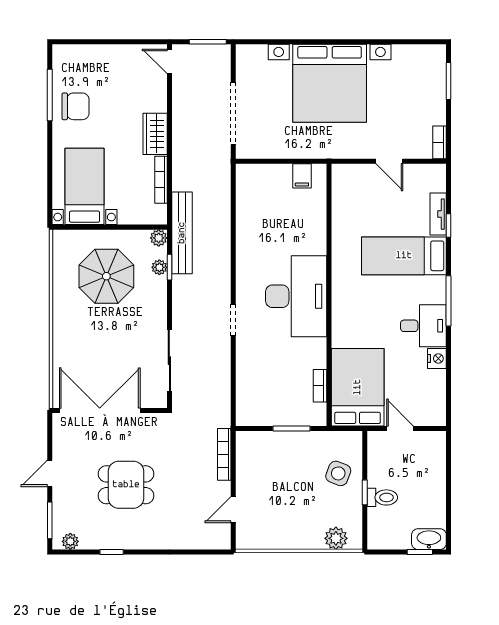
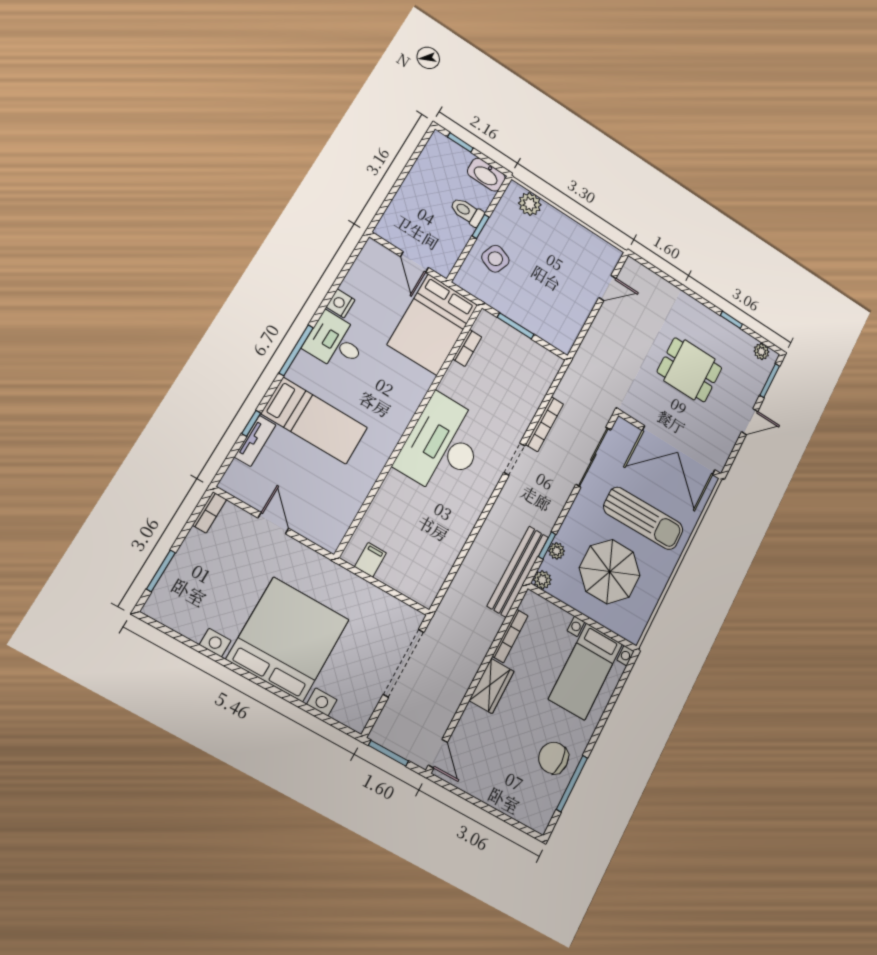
sun lounger: (101, 336) -> (643, 518), added
bookcase: (224, 454) -> (545, 424), moved
washbasin: (429, 539) -> (486, 175), moved

